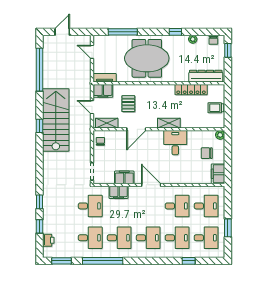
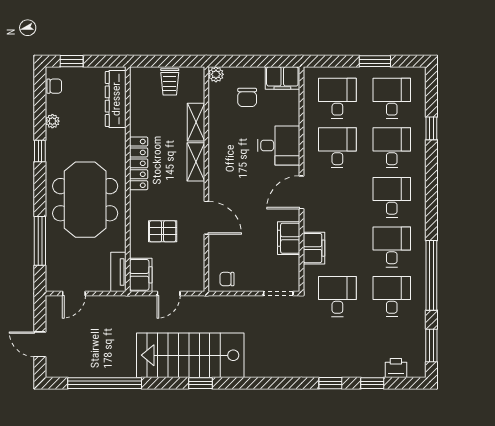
locker: (191, 90) -> (139, 163), moved
shelving: (107, 123) -> (196, 122), moved
desk: (175, 143) -> (279, 145), moved, turned 180

